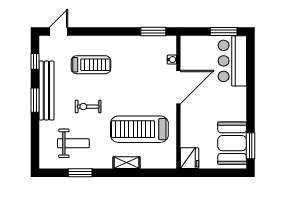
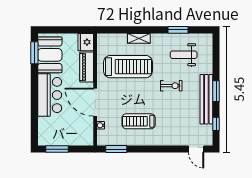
door: (59, 31) -> (196, 149), hinge flipped
bar counter: (232, 61) -> (50, 95), moved
treadmill: (91, 65) -> (139, 121), moved
door: (178, 87) -> (95, 102), hinge flipped
piano: (189, 129) -> (87, 67), added

